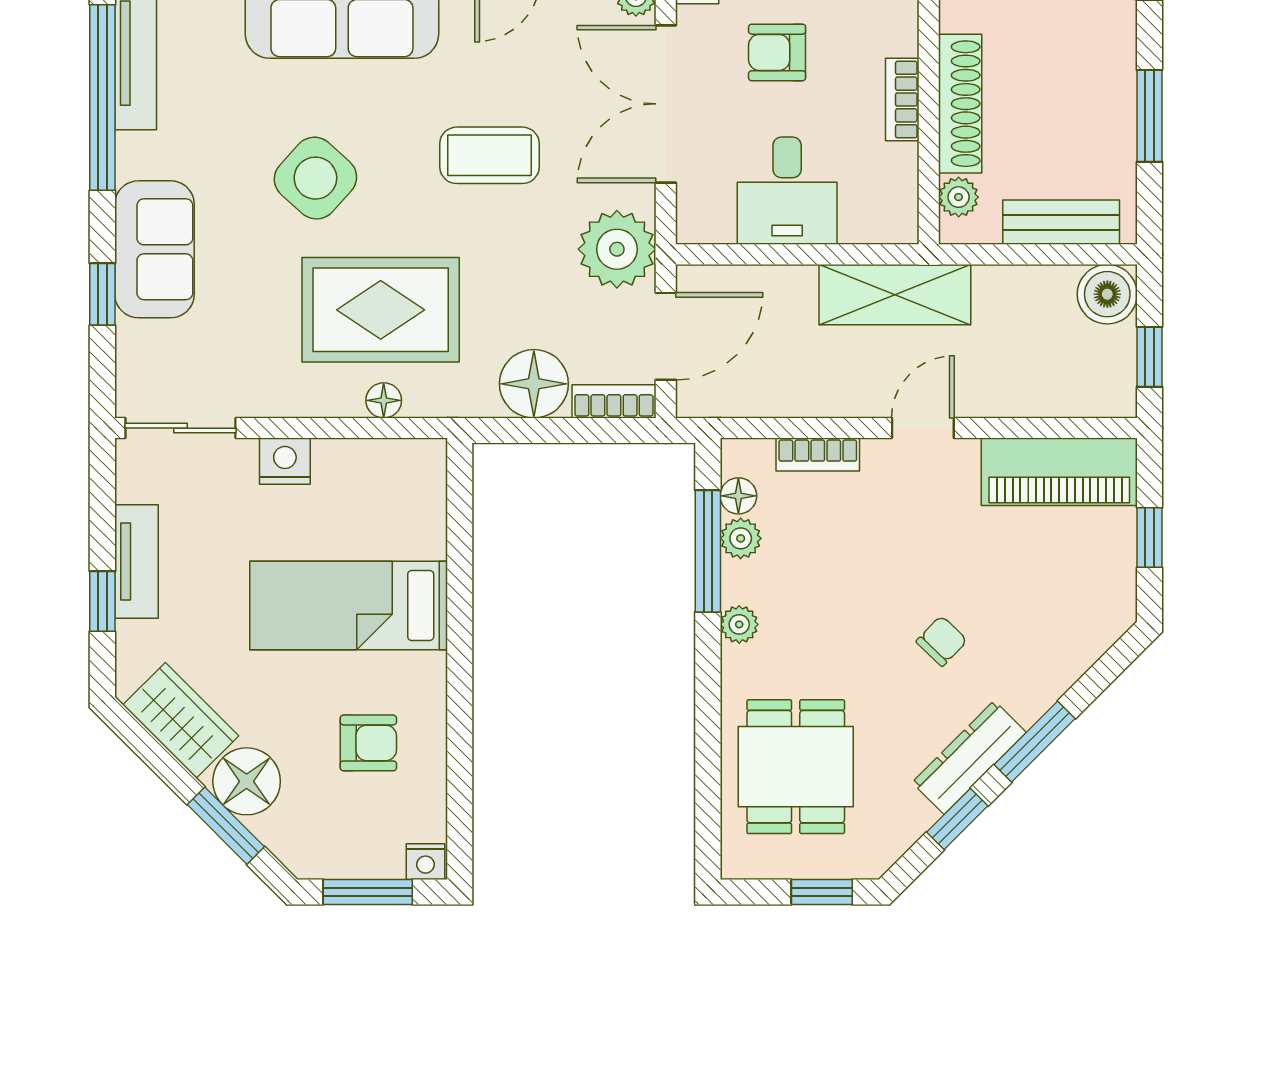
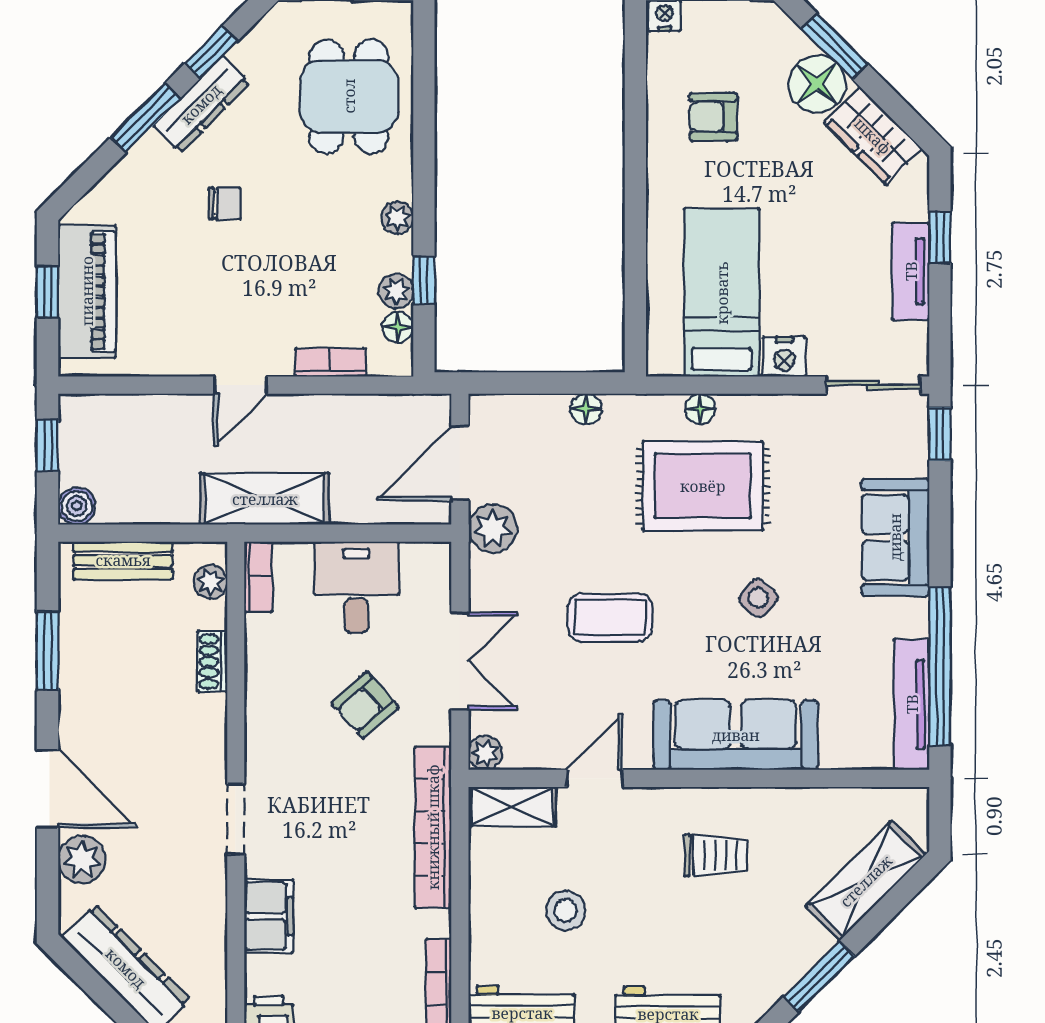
armchair: (777, 52) -> (365, 705), turned 138
bookcase: (902, 100) -> (258, 577), moved
double door: (666, 104) -> (460, 661), width x0.73
shoe rack: (960, 104) -> (212, 661), width x0.51, depth x0.81
side table: (315, 178) -> (758, 598), width x0.54, depth x0.54
plant: (617, 249) -> (493, 529), width x0.73, depth x0.73
window: (102, 294) -> (940, 434), moved
boiler: (1107, 294) -> (77, 506), width x0.73, depth x0.73
floor lamp: (534, 384) -> (586, 409), width x0.53, depth x0.53
bookcase: (614, 401) -> (504, 408), removed
piano: (1059, 472) -> (87, 291), moved, turned 90
window: (708, 551) -> (424, 280), width x0.46
bed: (349, 605) -> (722, 293), moved, turned -90
chair: (942, 641) -> (225, 204), turned -134

